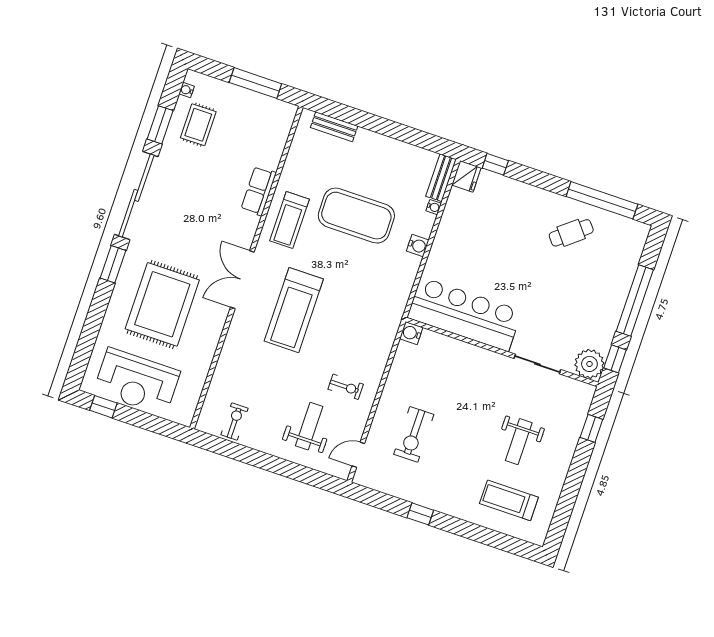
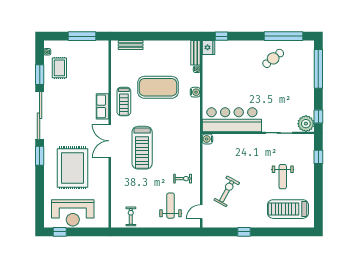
row of seats: (259, 191) -> (103, 106), moved
window: (635, 300) -> (318, 69), moved
exercise bike: (414, 434) -> (227, 191), turned -151
treadmill: (509, 500) -> (288, 209), width x1.37, depth x1.38

